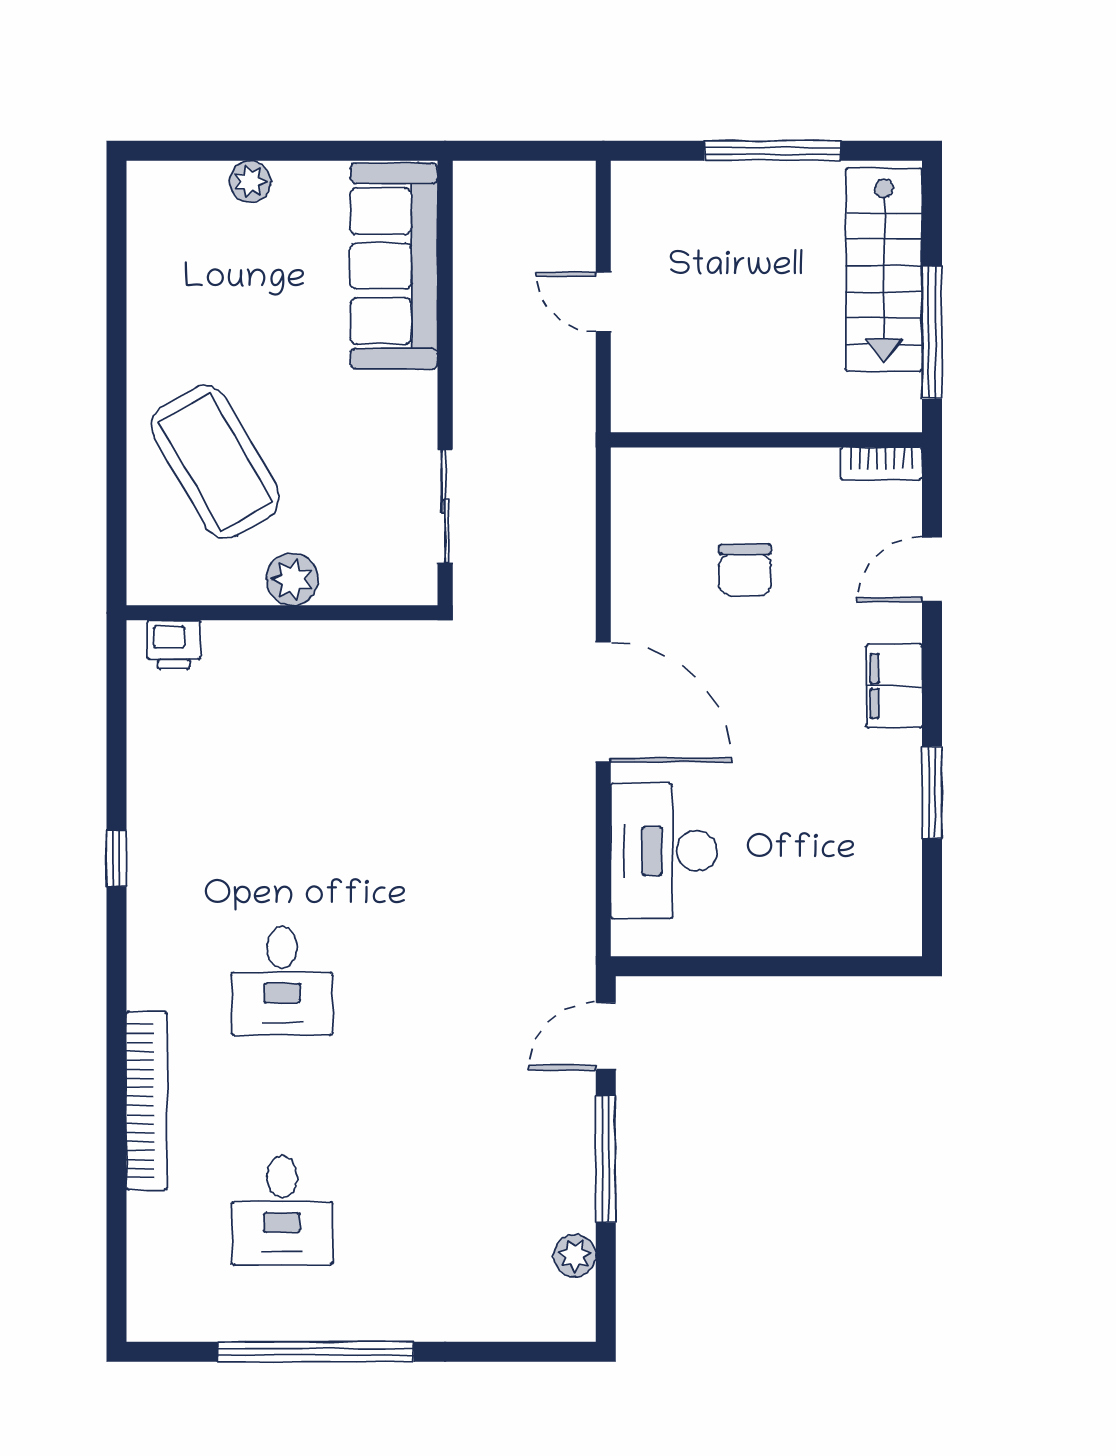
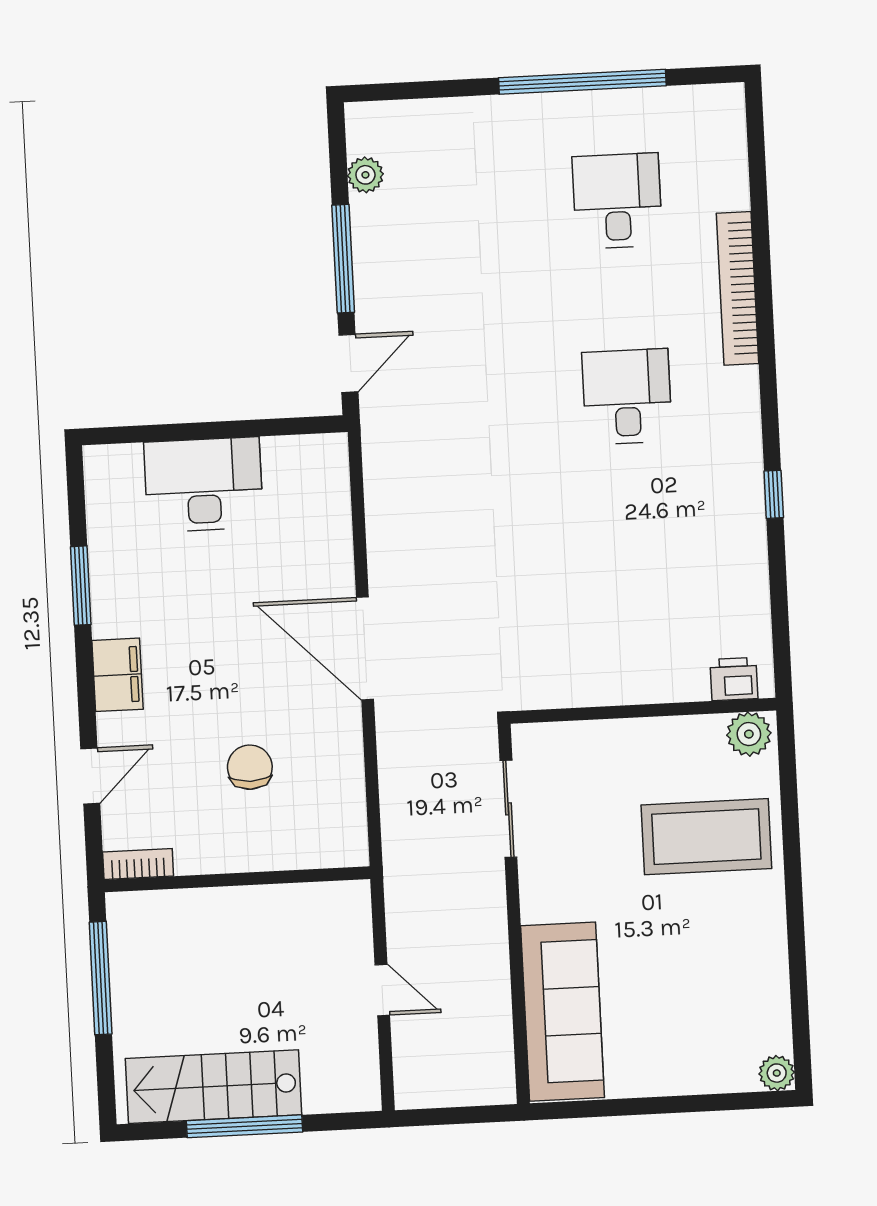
plant: (250, 181) -> (777, 1073), moved
stairs: (884, 269) -> (213, 1087), moved, turned -90
coffee table: (215, 462) -> (706, 837), turned -60
plant: (292, 579) -> (749, 734), moved
desk: (664, 851) -> (204, 485), moved, turned -90

